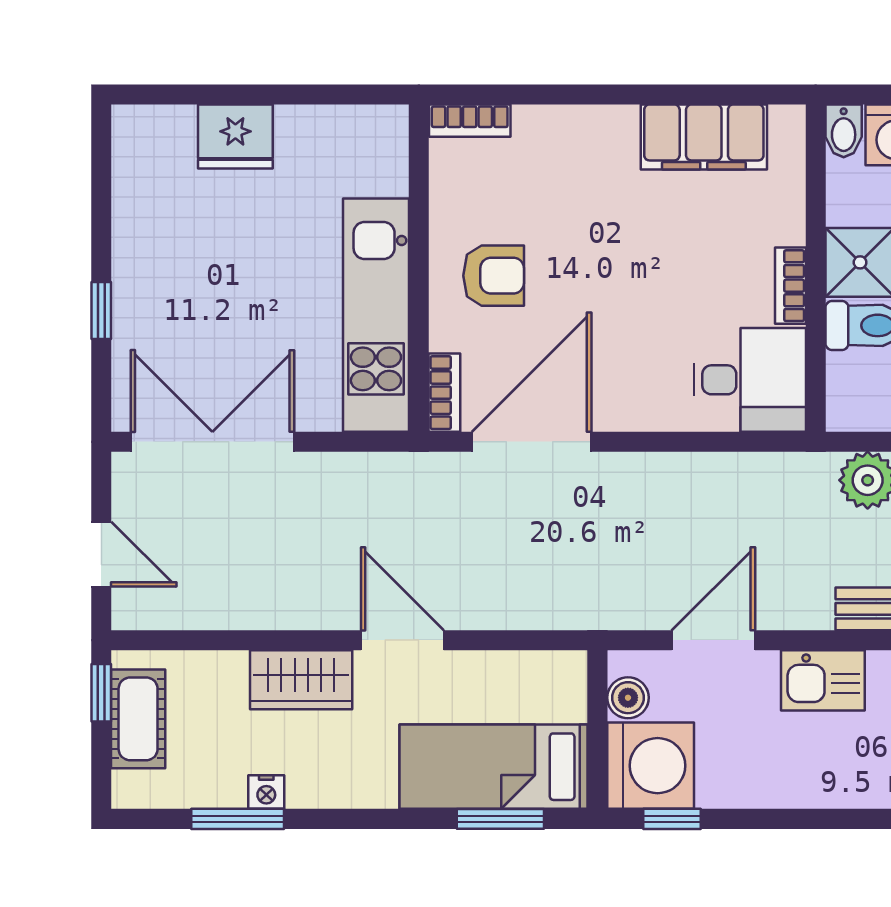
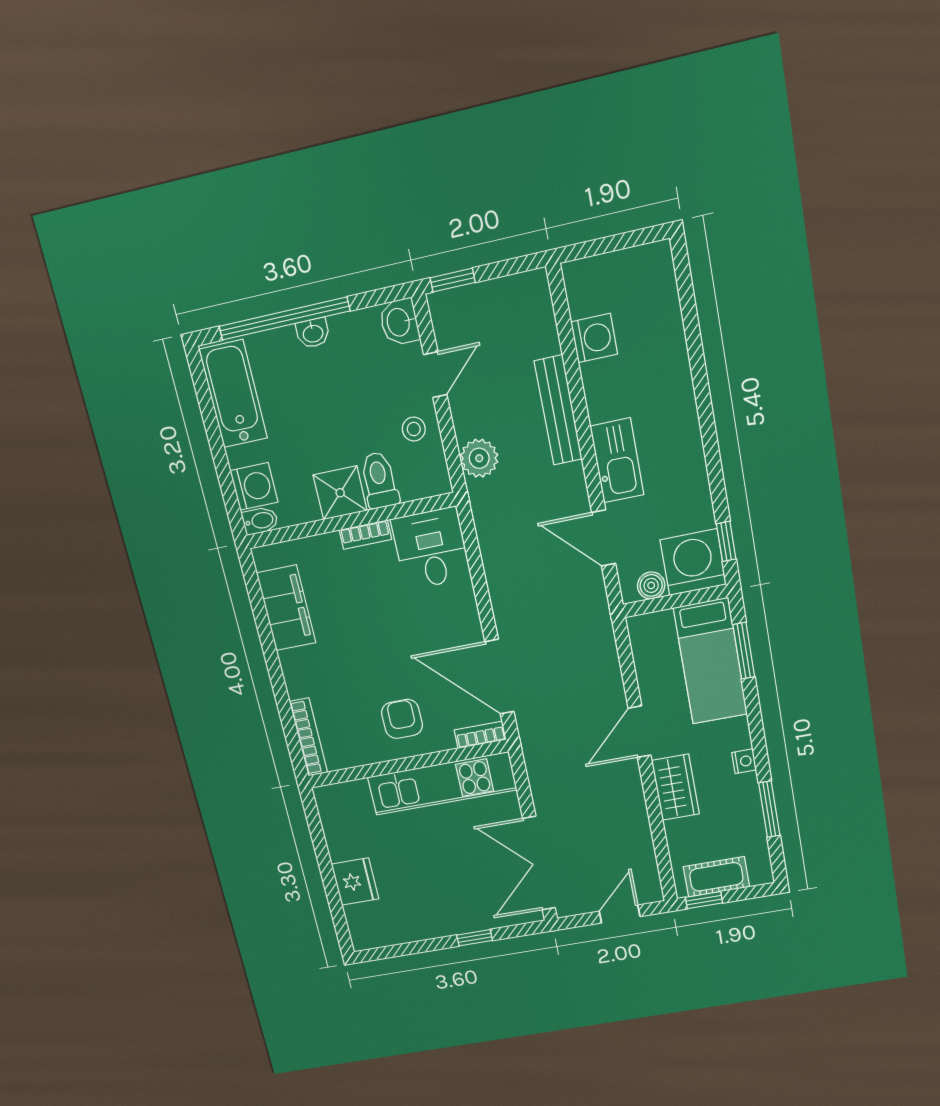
bookcase: (470, 121) -> (309, 737), width x1.56
kitchen sink: (823, 680) -> (617, 461), width x1.38
nightstand: (266, 792) -> (744, 761), moved

